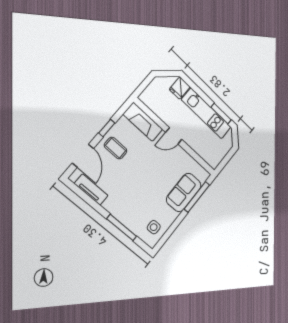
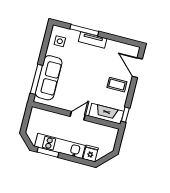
window: (107, 128) -> (125, 115), moved
tv unit: (91, 190) -> (93, 40), moved
sofa: (184, 192) -> (49, 78), width x1.36

